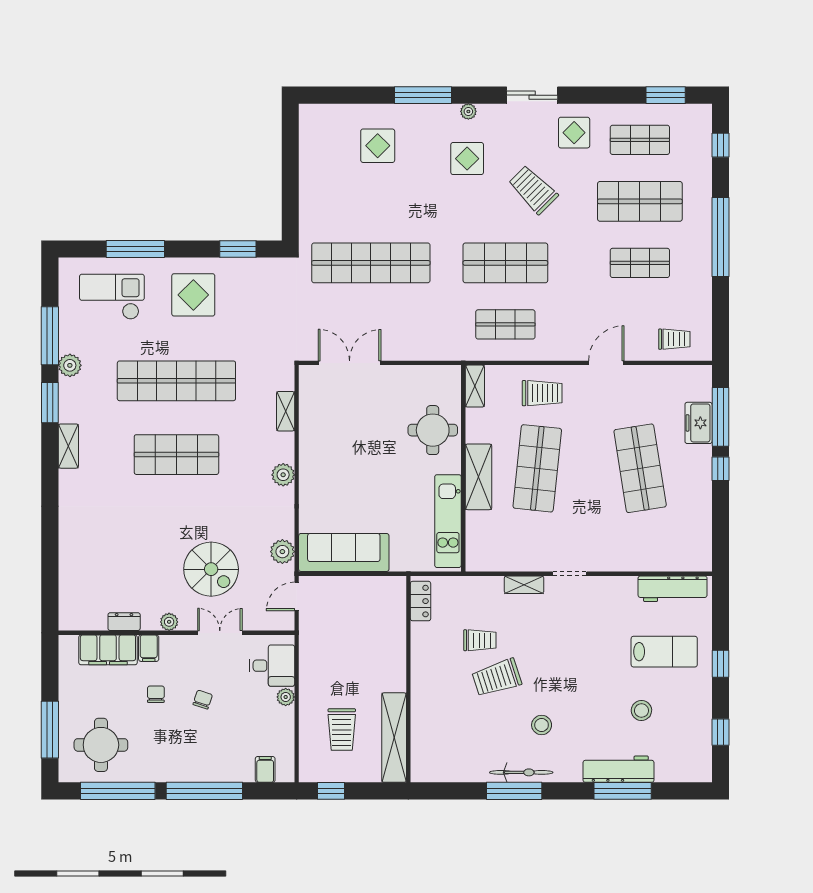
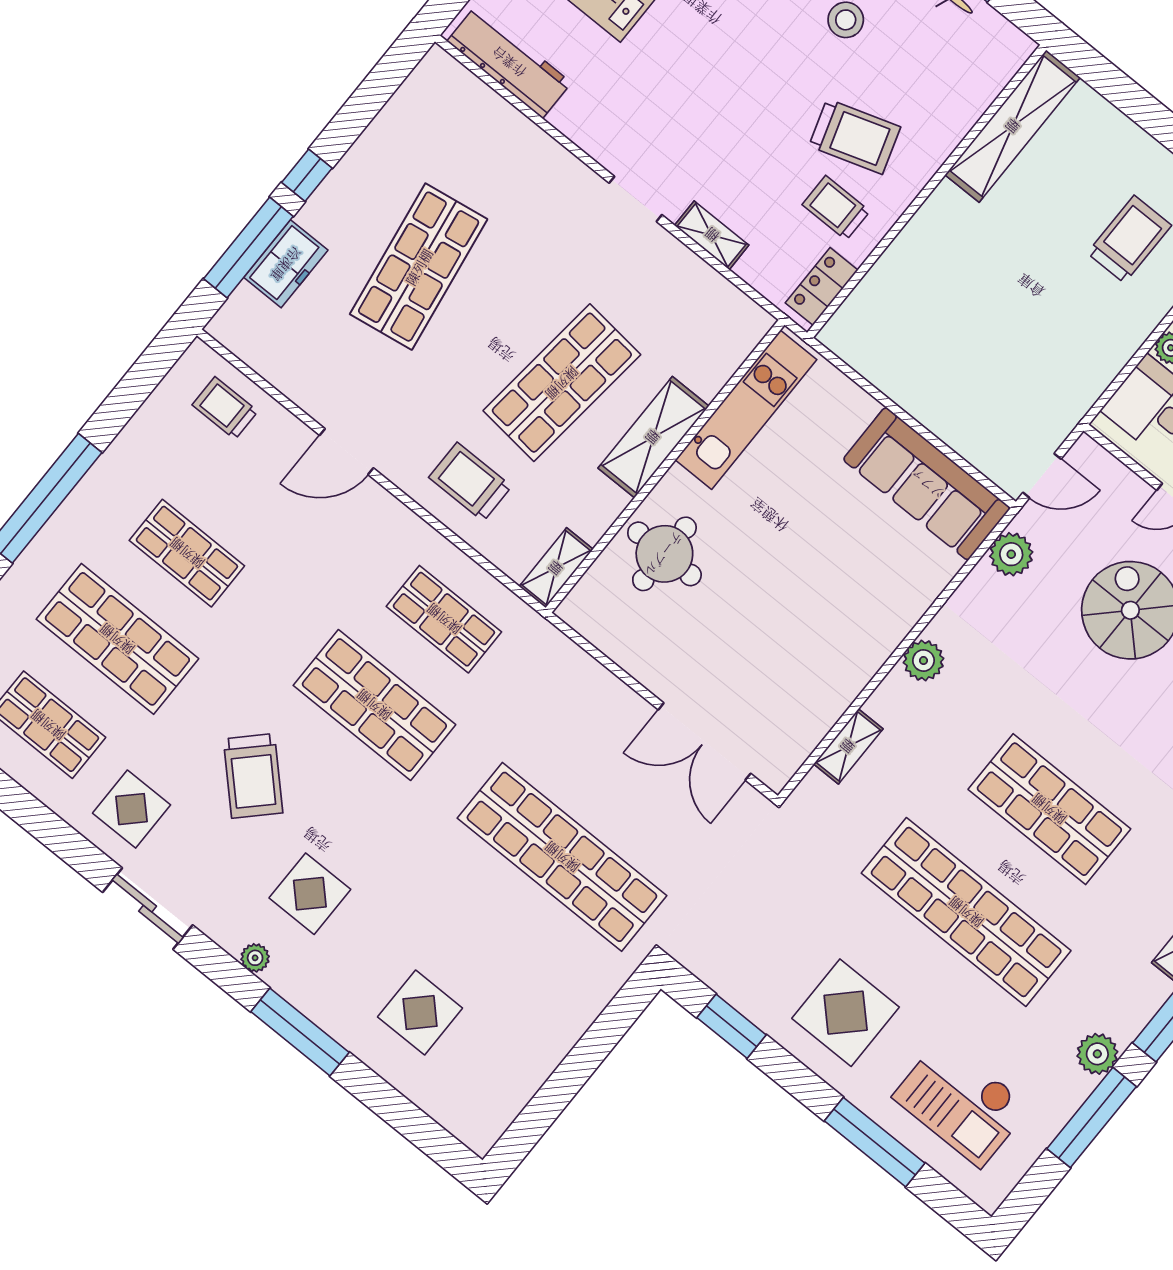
locker: (421, 601) -> (822, 286), moved
wall: (408, 679) -> (927, 191), moved
shelving: (394, 738) -> (1013, 126), moved

